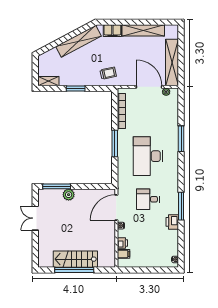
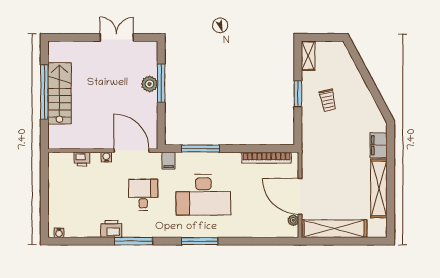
shelving: (79, 41) -> (364, 98), removed
trolley: (108, 73) -> (328, 100), moved
door: (149, 87) -> (300, 196), swing flipped
window: (181, 139) -> (200, 241), moved
window: (115, 144) -> (200, 149), moved
desk: (148, 156) -> (203, 195), turned 180
window: (57, 186) -> (161, 83), moved
filing cabinet: (123, 254) -> (169, 161), moved

